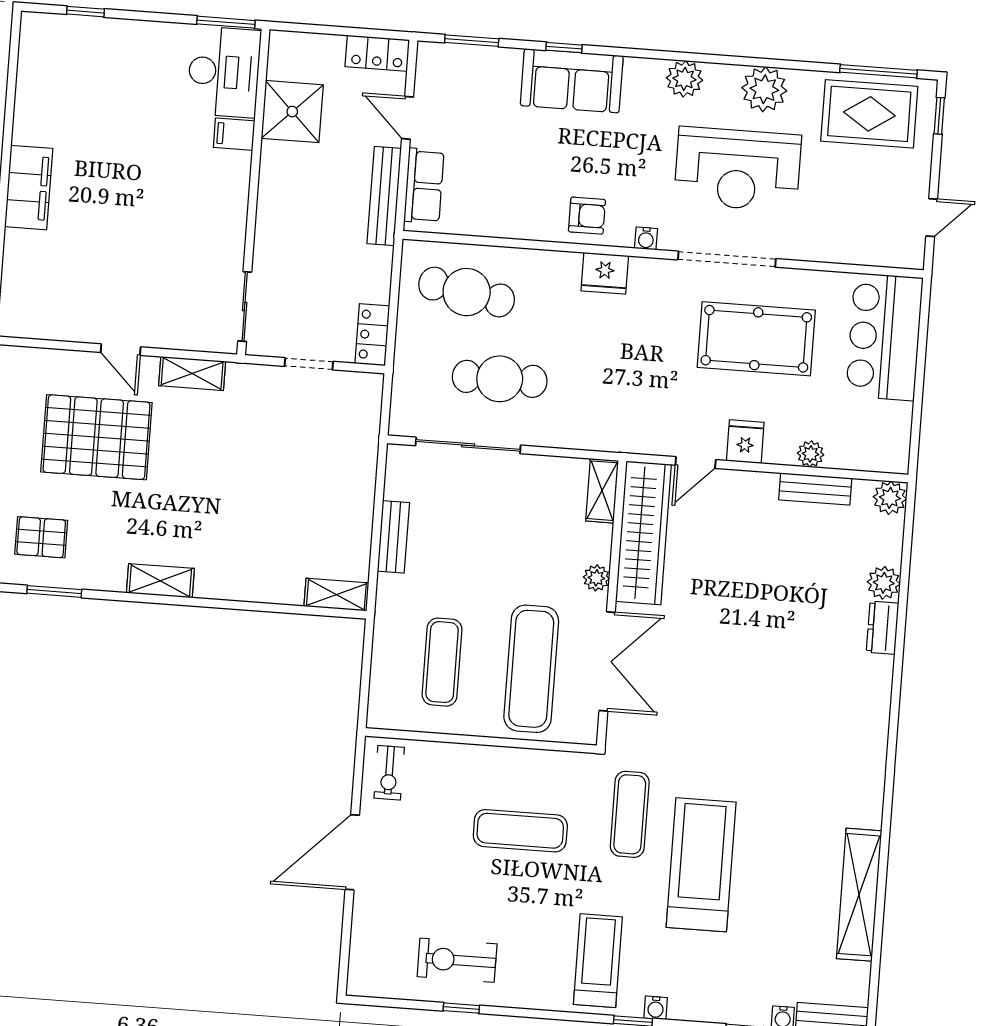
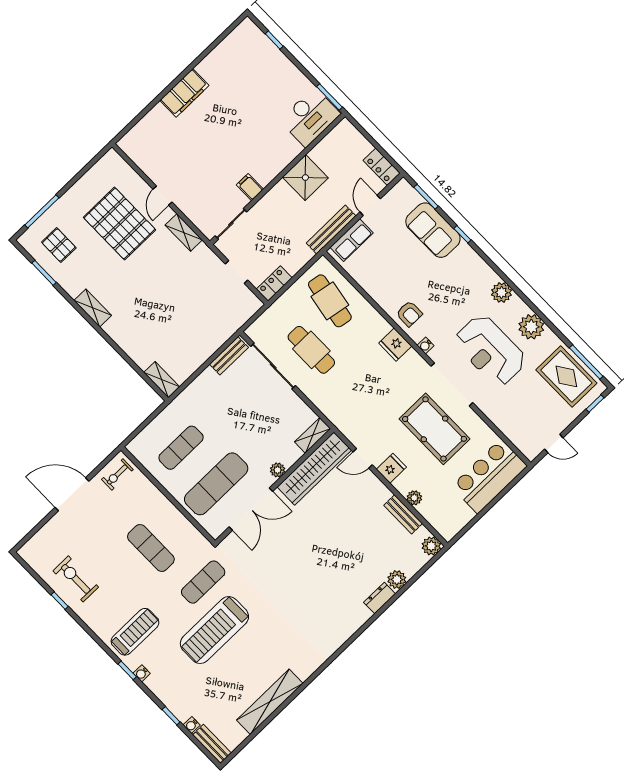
sofa: (572, 81) -> (433, 230), moved
shower: (292, 112) -> (305, 177), moved
filing cabinet: (234, 134) -> (250, 187), moved
bench: (393, 537) -> (229, 356), moved
treadmill: (701, 865) -> (214, 630), turned 180

